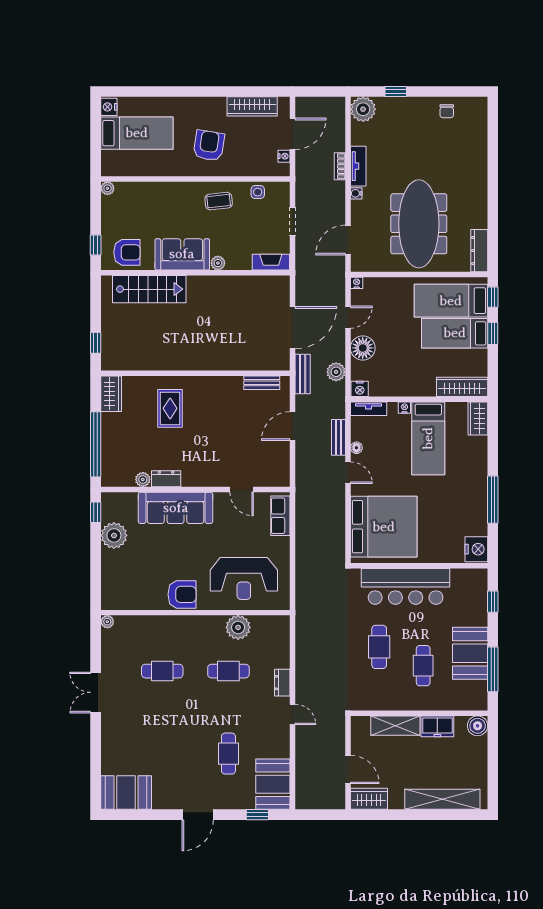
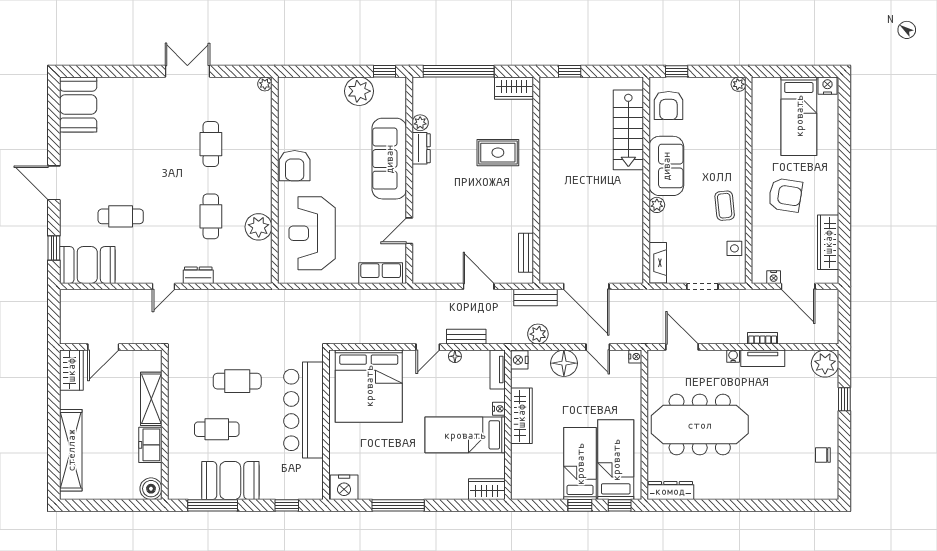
wardrobe: (462, 387) -> (521, 416), moved

